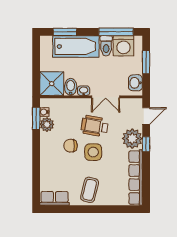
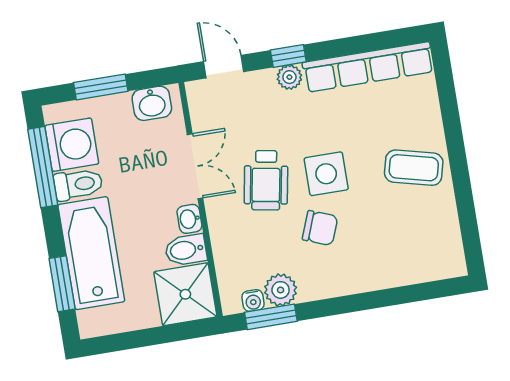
plant: (132, 139) -> (289, 77), width x0.53, depth x0.53
chair: (70, 146) -> (320, 228), turned -69
row of seats: (55, 198) -> (447, 245), removed

